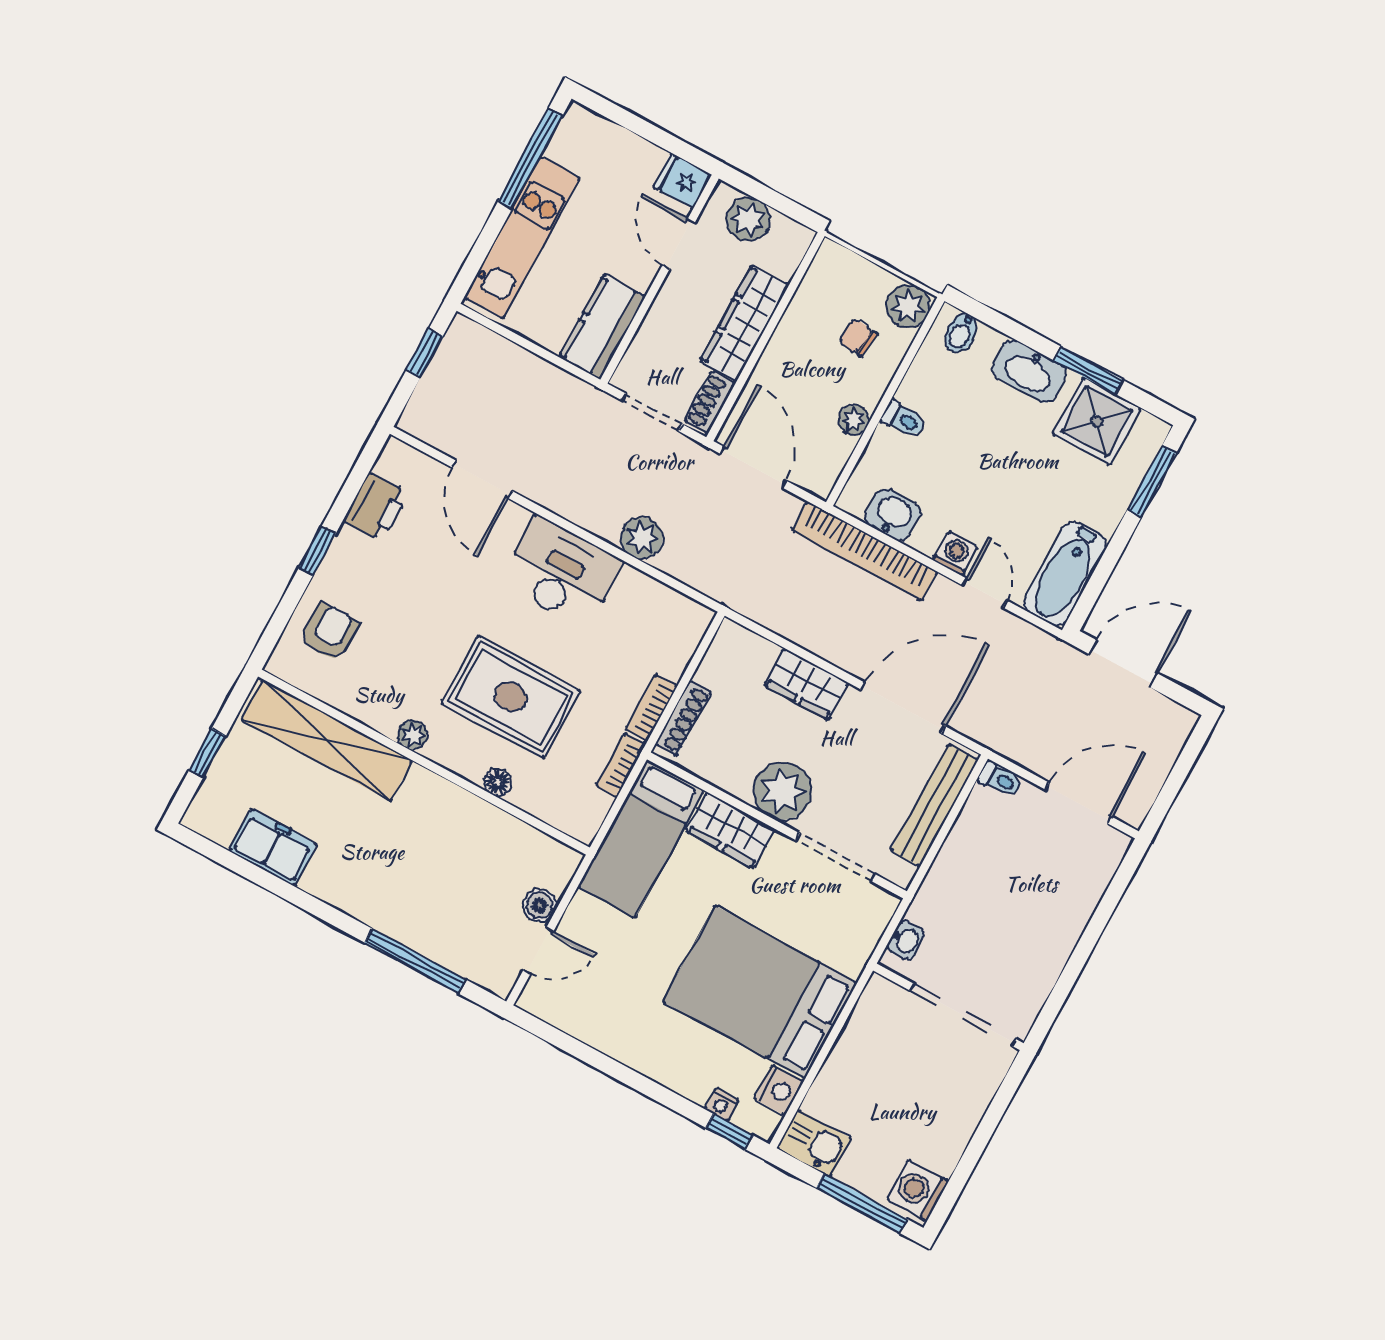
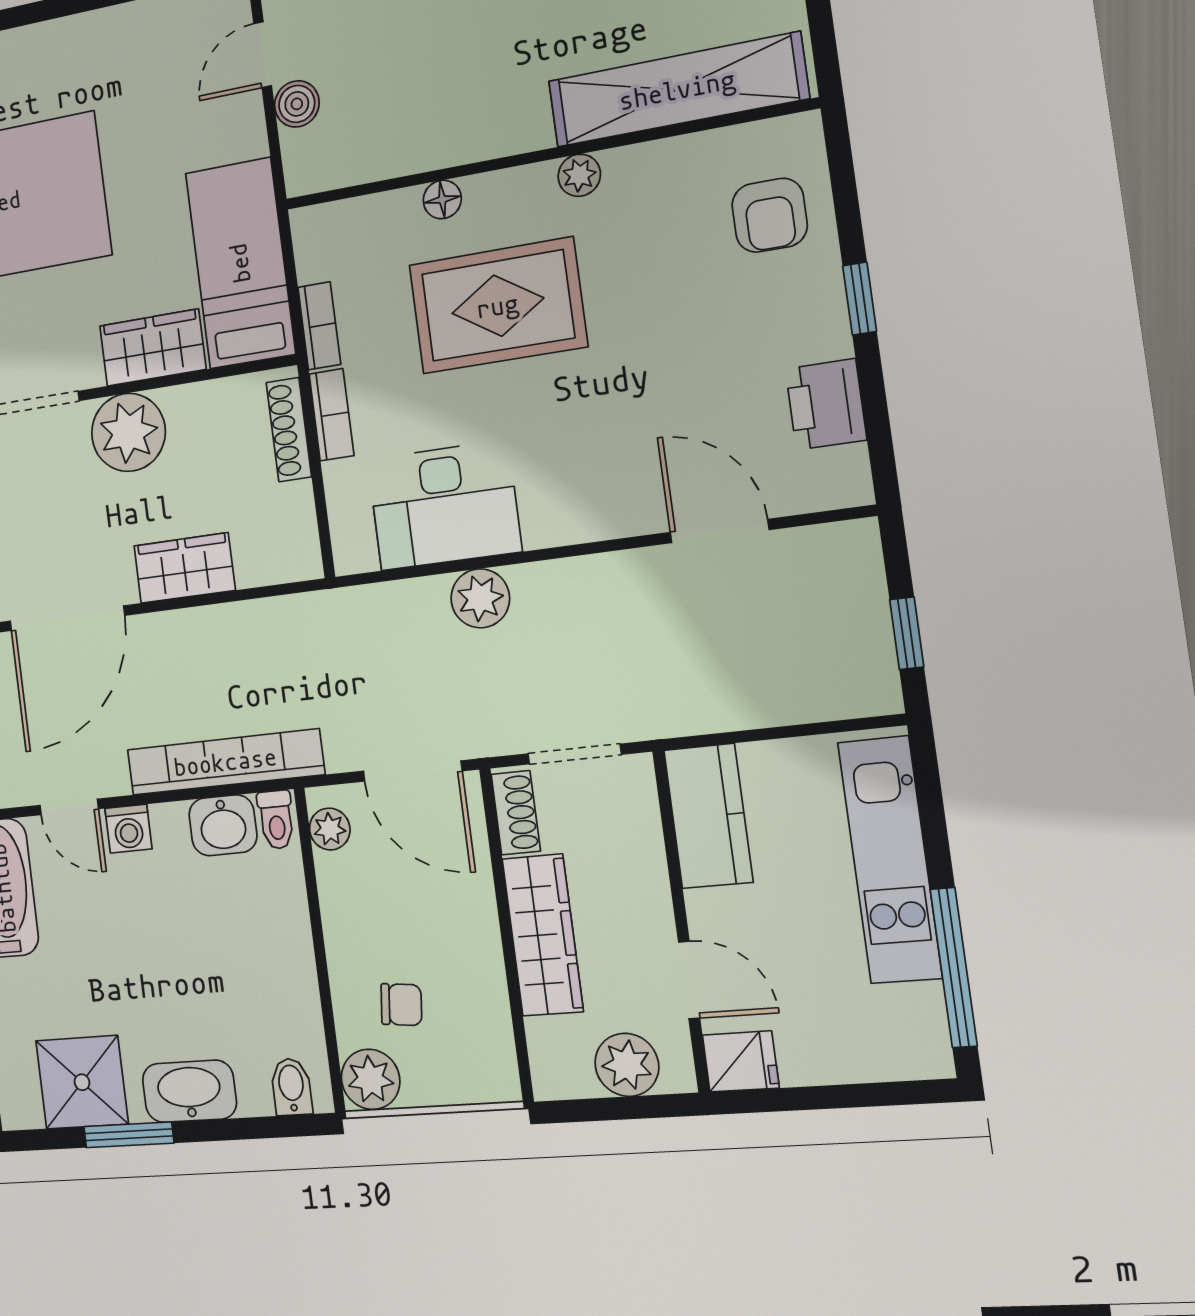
plant: (854, 420) -> (330, 829), moved
toilet: (904, 420) -> (276, 820), moved, turned -90
desk: (561, 572) -> (444, 505), moved

